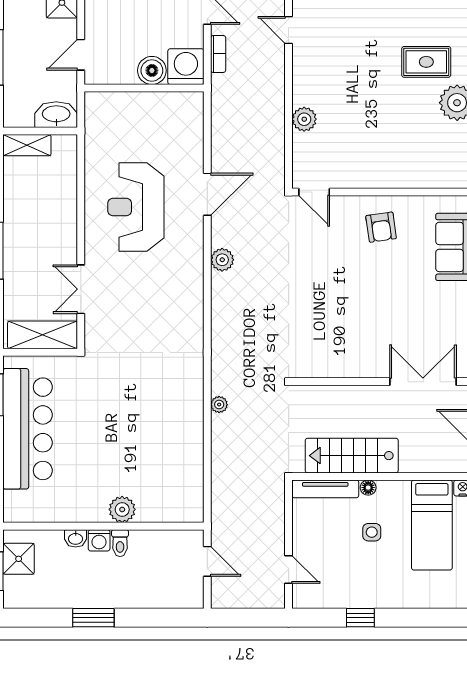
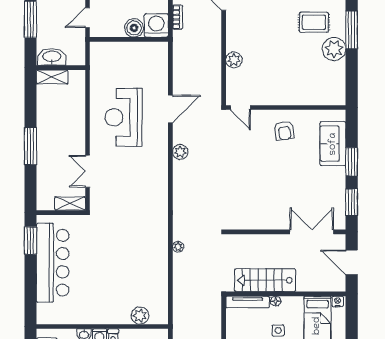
washbasin: (56, 115) -> (52, 57), moved
shelving: (43, 335) -> (70, 203), width x0.67, depth x0.75
plant: (122, 509) -> (140, 316), moved

